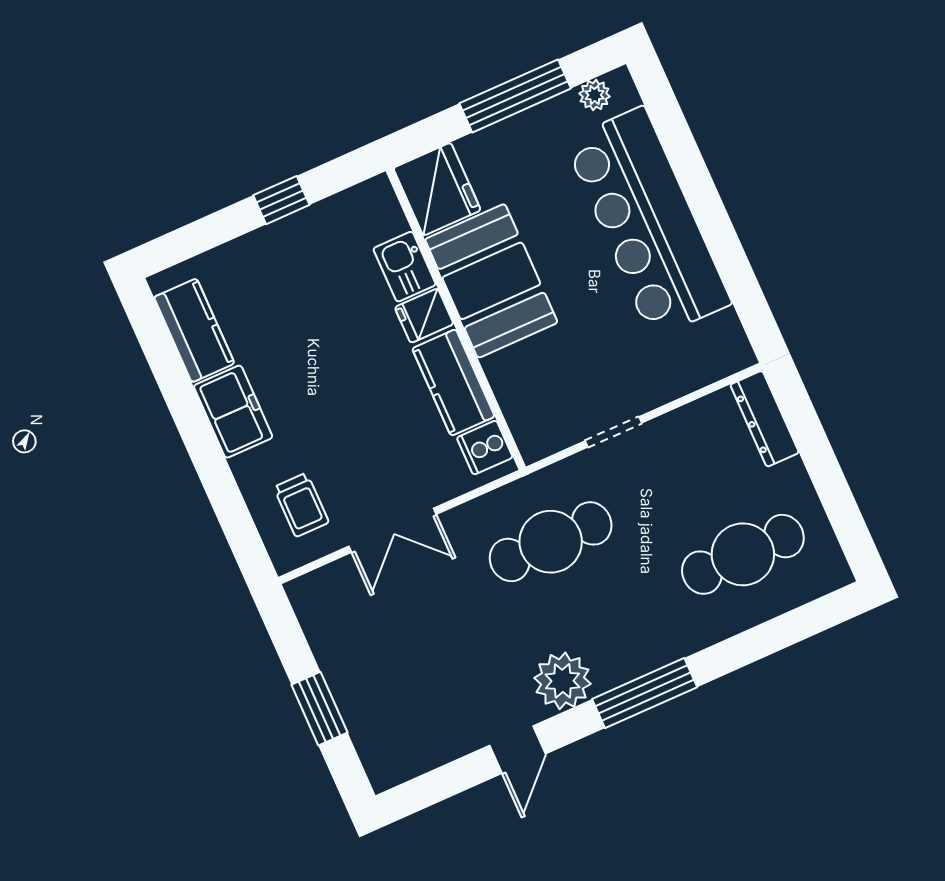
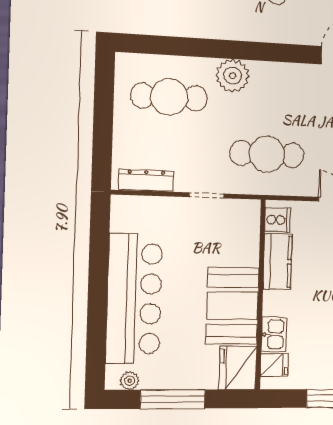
fridge: (424, 316) -> (274, 365), moved
dresser: (765, 419) -> (146, 180), moved, turned -90
plant: (562, 681) -> (233, 76), moved
window: (645, 693) -> (256, 51), removed

